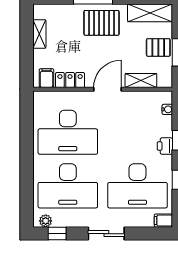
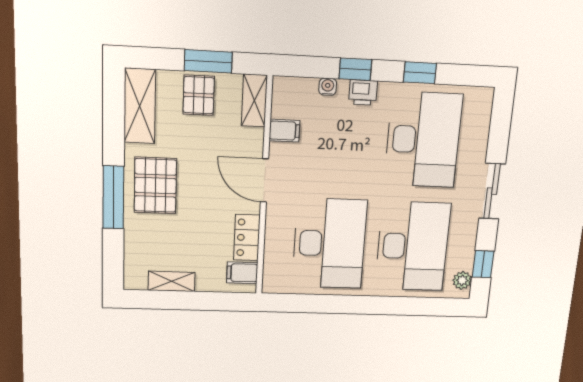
shelving: (141, 81) -> (254, 101), moved
water cooler: (167, 109) -> (328, 87), moved
filing cabinet: (163, 221) -> (285, 131), moved, turned -90

